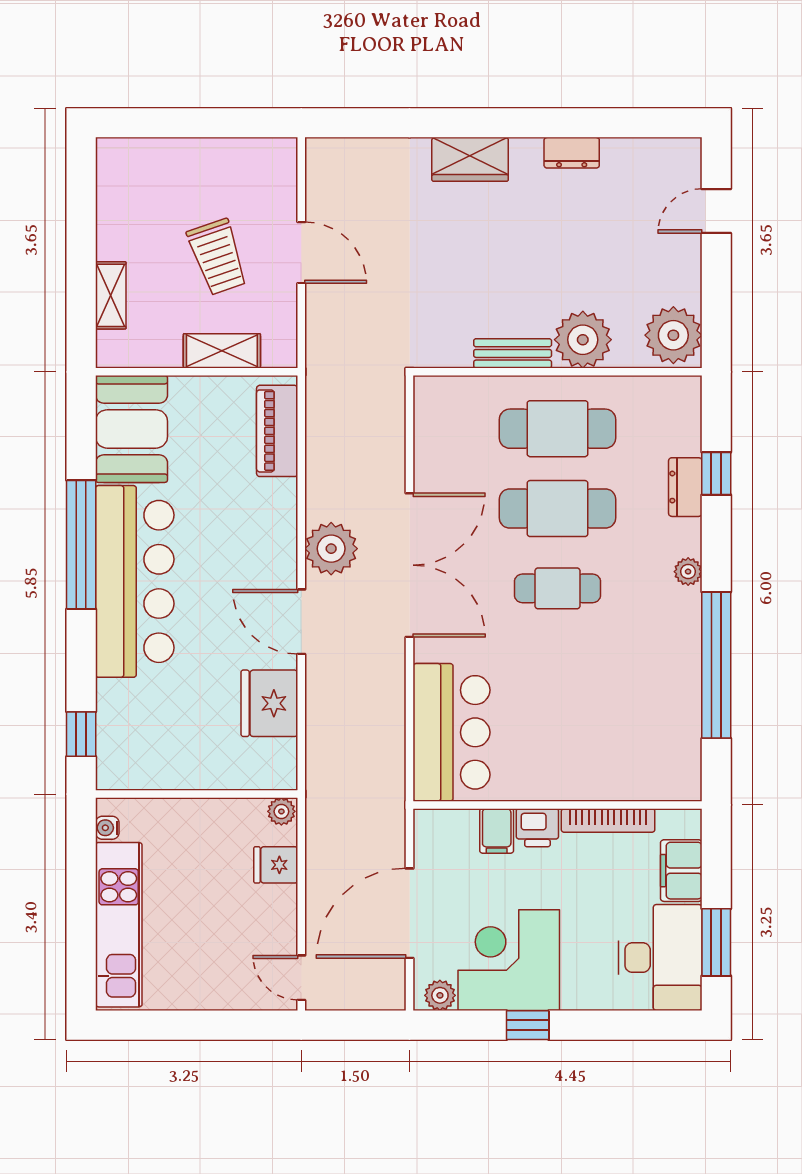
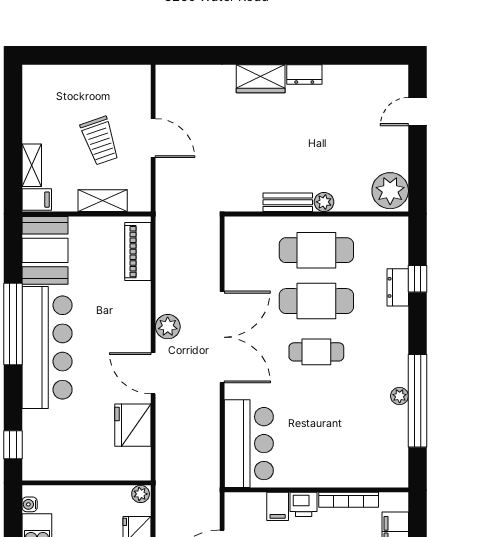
dresser: (572, 153) -> (304, 74), moved
plant: (583, 340) -> (324, 202), width x0.53, depth x0.53
filing cabinet: (118, 349) -> (37, 200), added
plant: (331, 549) -> (168, 327), width x0.73, depth x0.73
plant: (688, 572) -> (400, 396), moved

